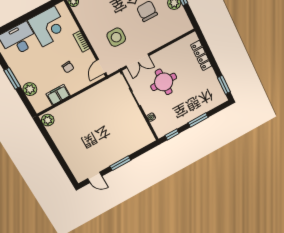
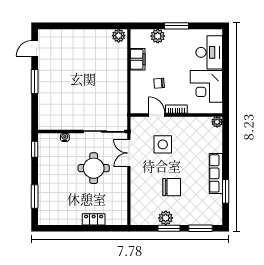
locker: (201, 56) -> (94, 219), width x0.66
door: (101, 67) -> (157, 115), moved
window: (224, 85) -> (57, 228), removed
window: (198, 120) -> (35, 197), moved

